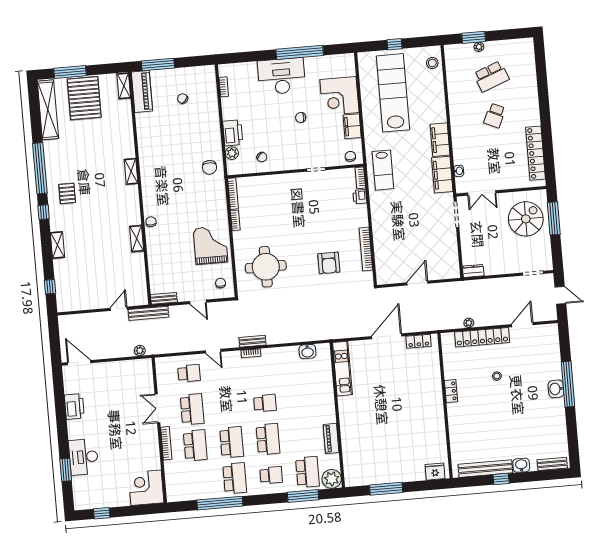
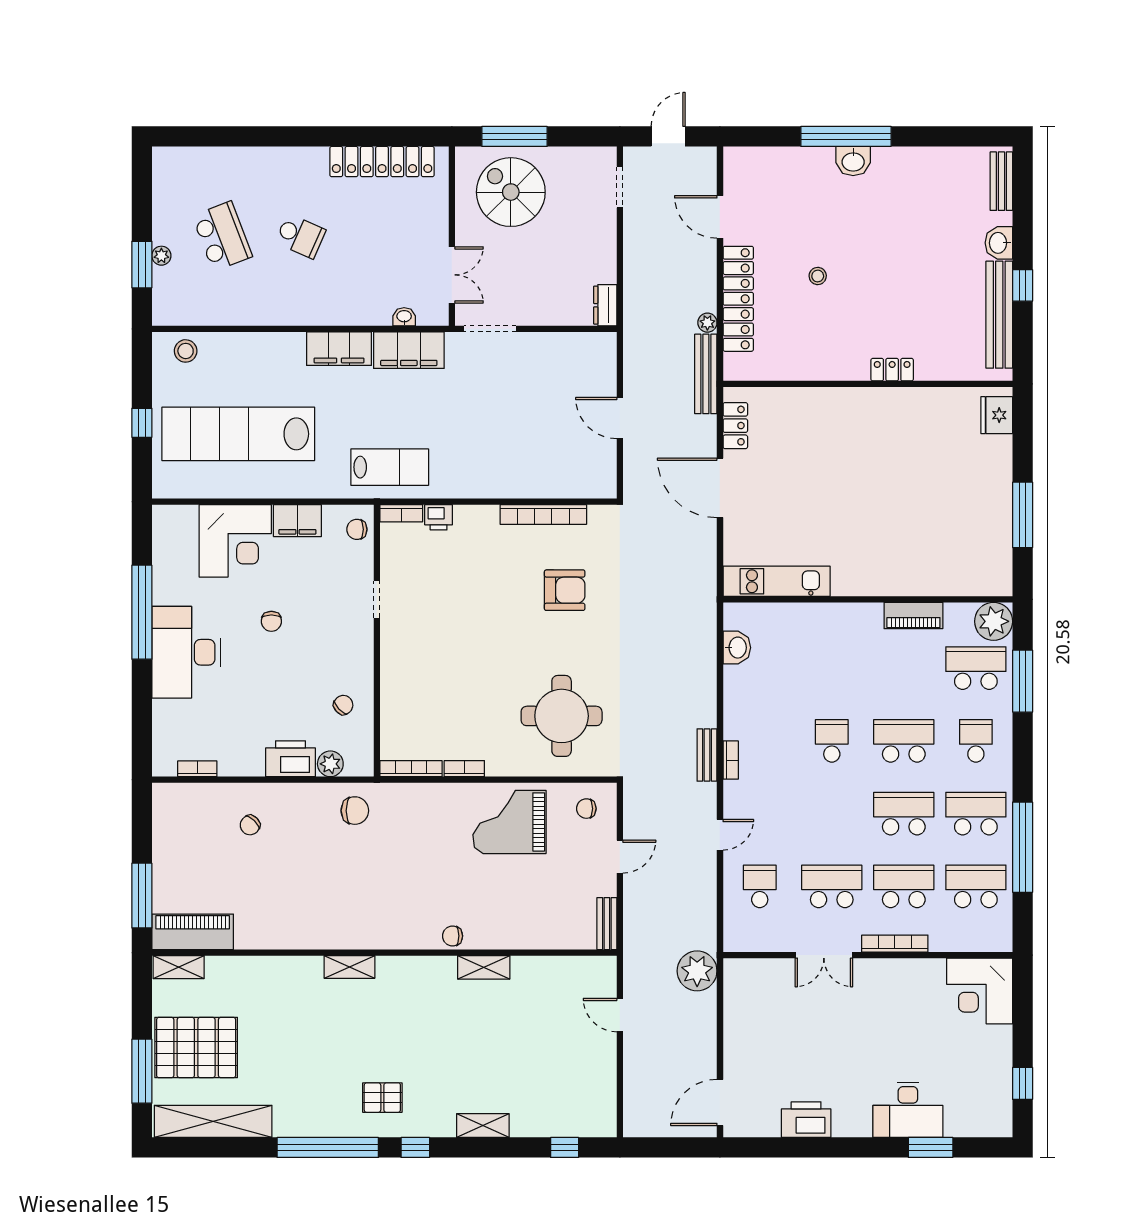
chair: (183, 99) -> (250, 825), moved
bench: (148, 313) -> (706, 374), moved
plant: (140, 351) -> (697, 971), width x1.88, depth x1.88
locker: (451, 391) -> (892, 370), moved
school desk: (198, 481) -> (976, 886), added

